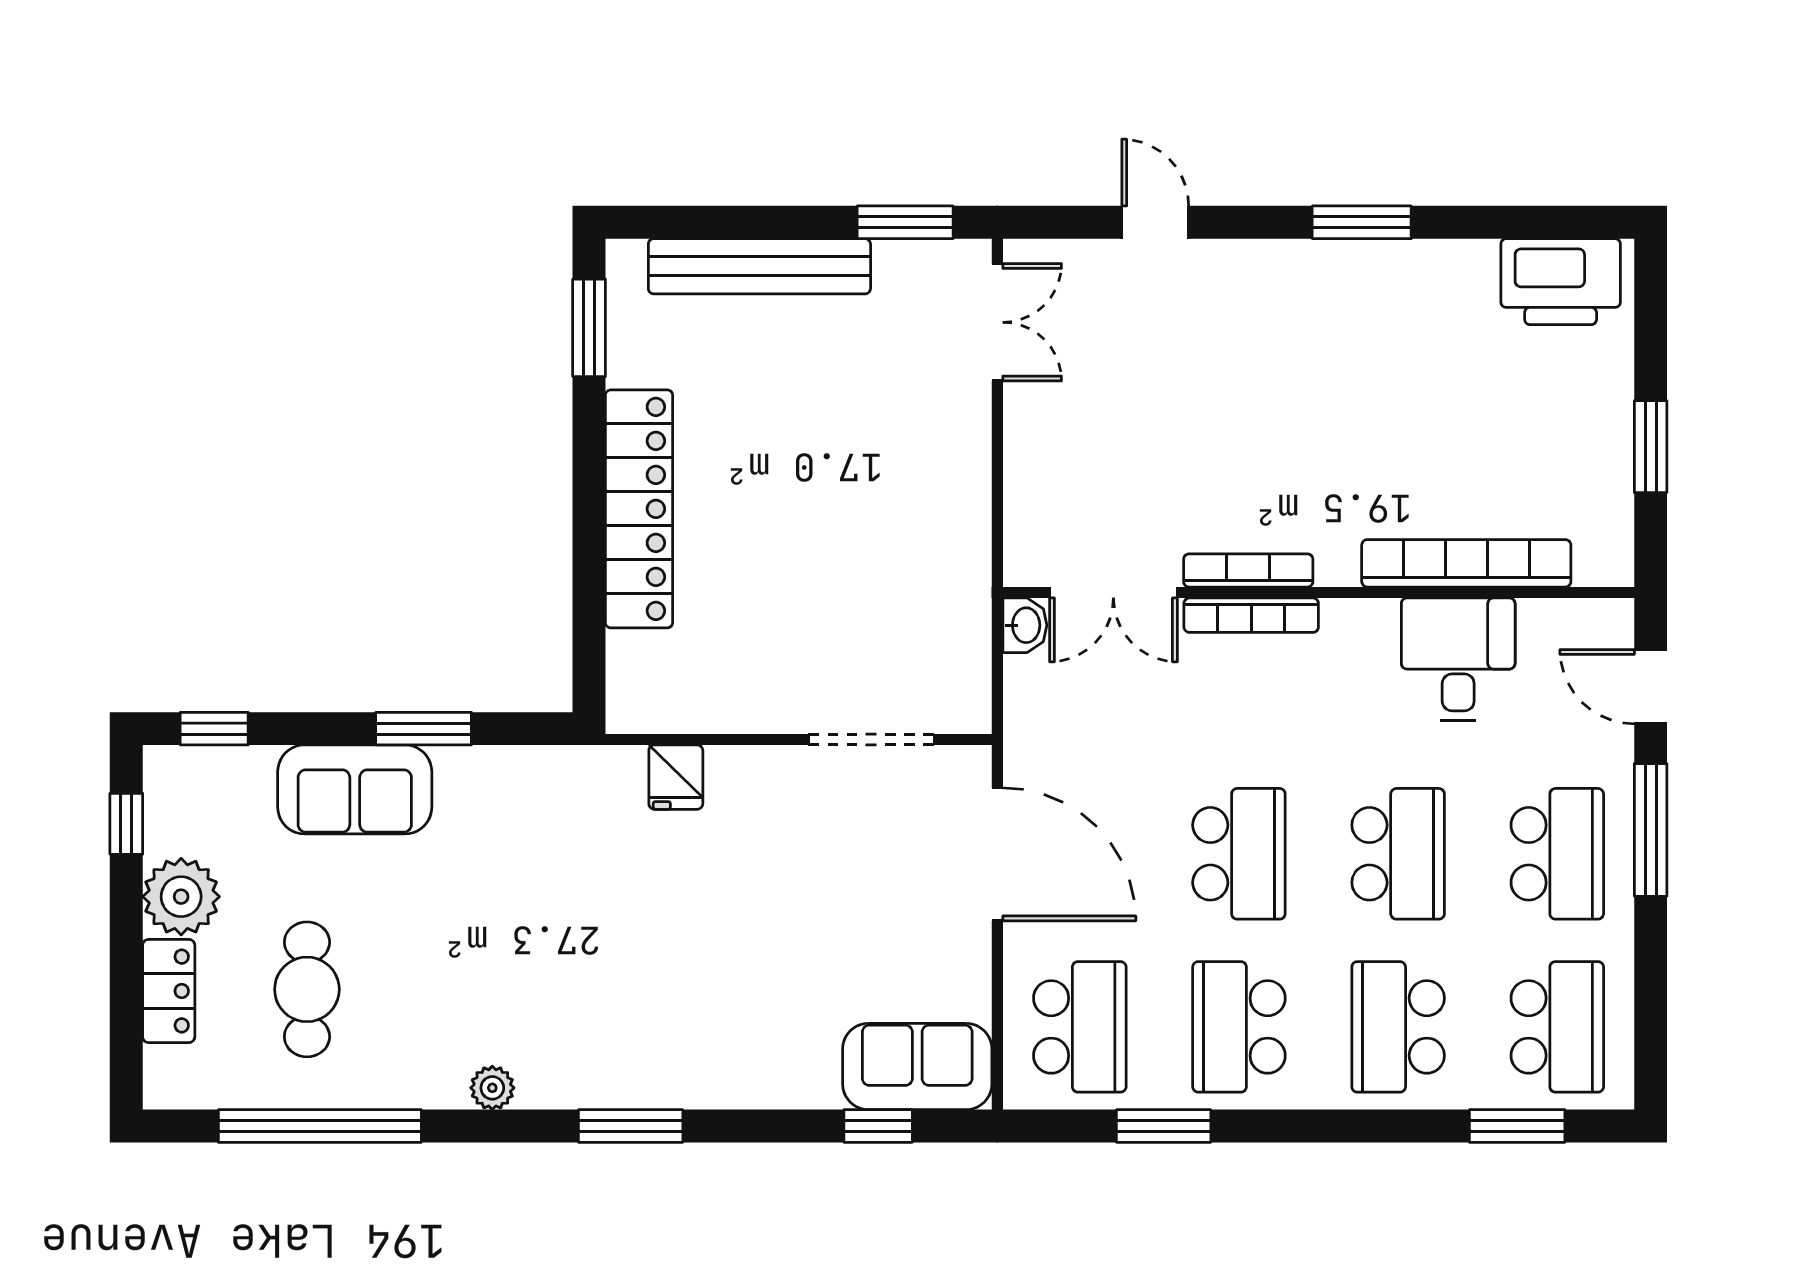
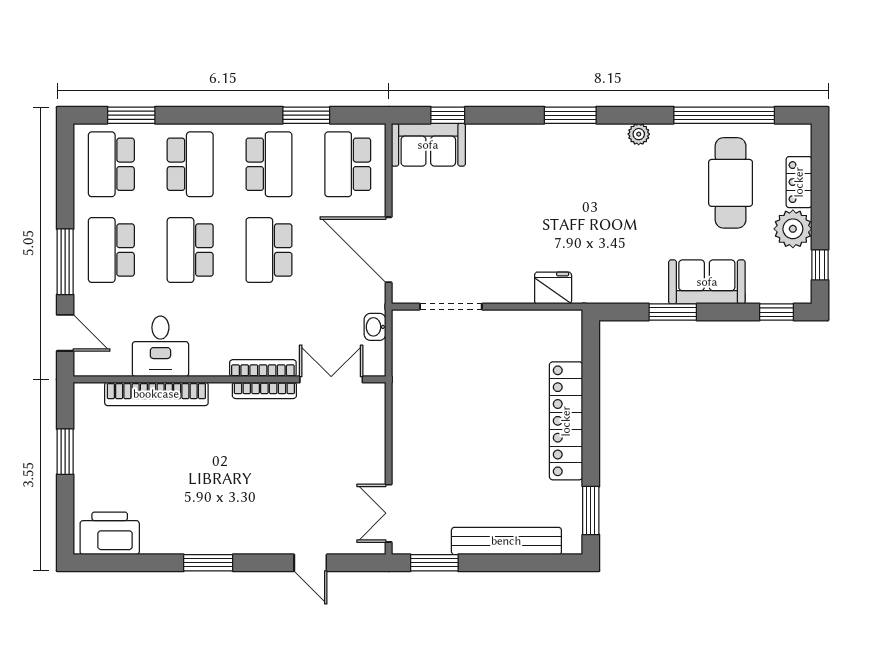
washbasin: (1025, 625) -> (375, 327), moved
fridge: (676, 777) -> (553, 288), width x1.38
cafe table: (307, 989) -> (731, 183), width x1.37, depth x1.35

